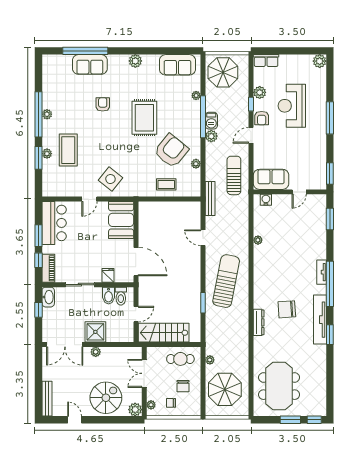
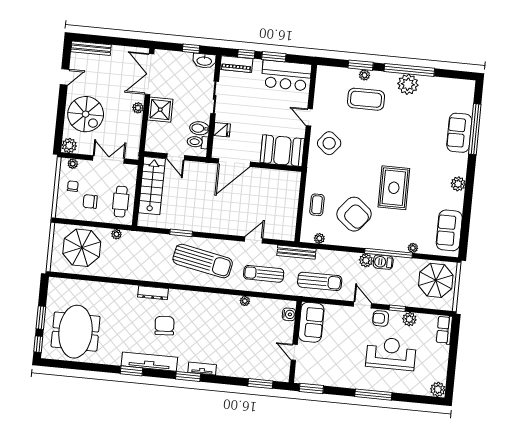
armchair: (103, 104) -> (413, 143), removed
plant: (47, 114) -> (408, 84), width x1.88, depth x1.88
rug: (144, 118) -> (394, 188), turned 90
plant: (196, 164) -> (319, 238), moved
sun lounger: (232, 226) -> (264, 274), added
window: (330, 284) -> (188, 376), width x0.47
meeting table: (279, 386) -> (76, 332), moved, turned 90

